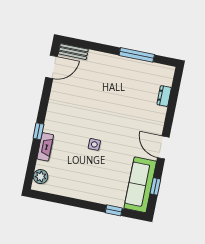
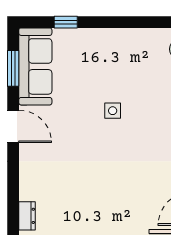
dresser: (164, 96) -> (27, 216), moved
window: (155, 186) -> (13, 68), width x1.50

